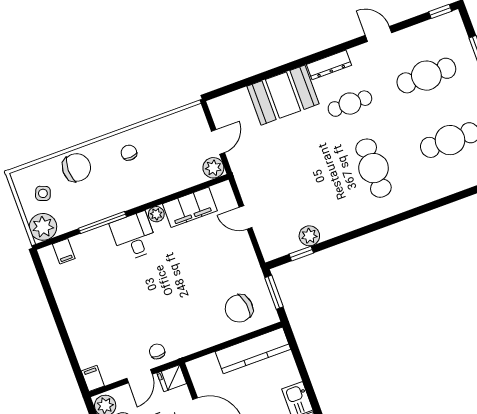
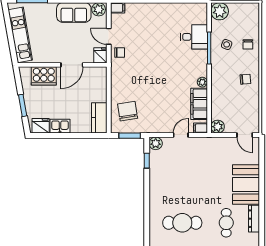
door: (218, 142) -> (245, 135), moved
chair: (76, 168) -> (248, 44), width x0.54, depth x0.54
side table: (43, 193) -> (227, 44), moved
desk: (134, 236) -> (194, 37), moved
plant: (309, 236) -> (156, 143), moved
filing cabinet: (64, 251) -> (200, 128), moved
kitchen counter: (253, 350) -> (99, 118), width x0.67

